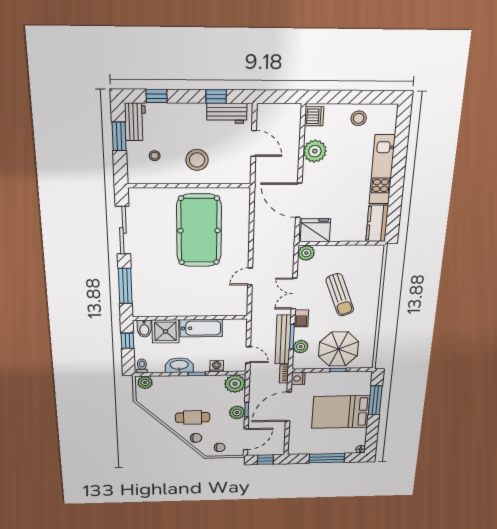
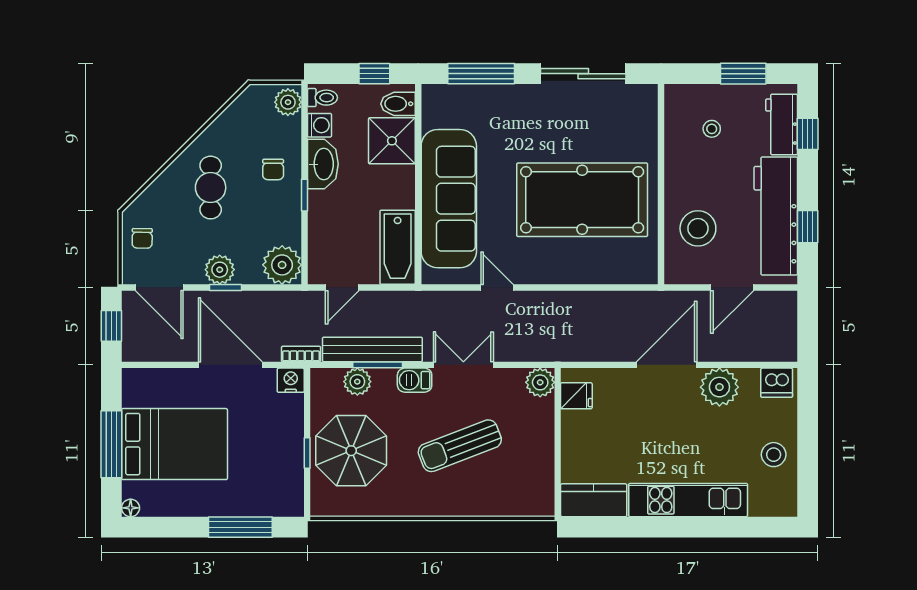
workbench: (227, 113) -> (776, 216), width x1.88, depth x1.32
workbench: (135, 122) -> (782, 124), moved, turned 90
stool: (197, 160) -> (698, 228), moved
door: (299, 200) -> (667, 365), moved
fridge: (315, 230) -> (576, 396), width x0.53, depth x0.75
sofa: (198, 302) -> (449, 199), added
bathtub: (201, 328) -> (398, 247), moved
washing machine: (217, 366) -> (320, 125), moved
bed: (341, 412) -> (174, 444), moved, turned 90
chair: (196, 438) -> (273, 169), moved

